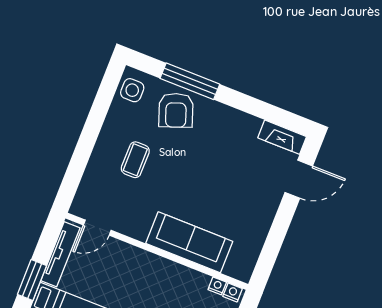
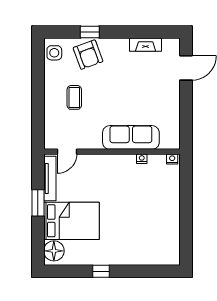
window: (190, 81) -> (90, 32), width x0.46
fireplace: (282, 137) -> (146, 45), moved
nightstand: (217, 286) -> (142, 159), moved

